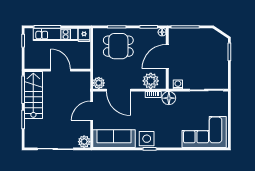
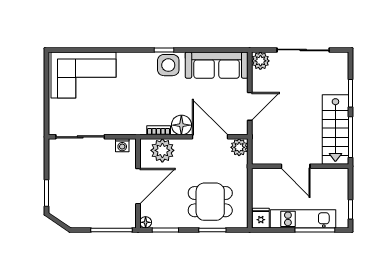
floor lamp: (169, 98) -> (181, 125), moved

